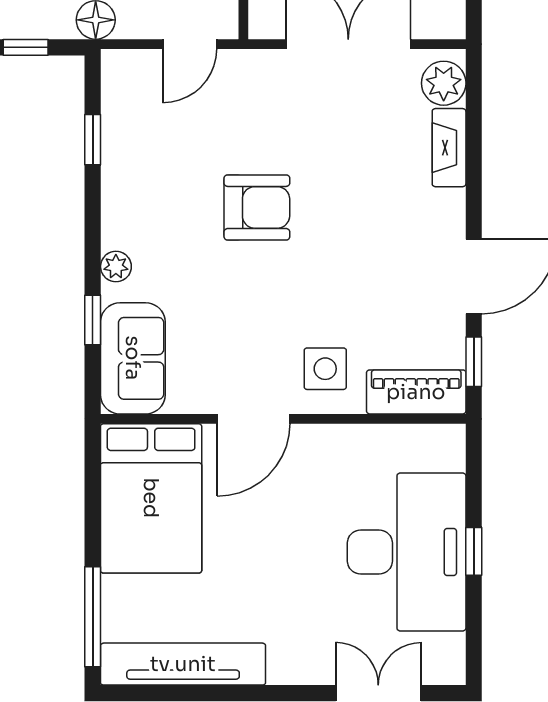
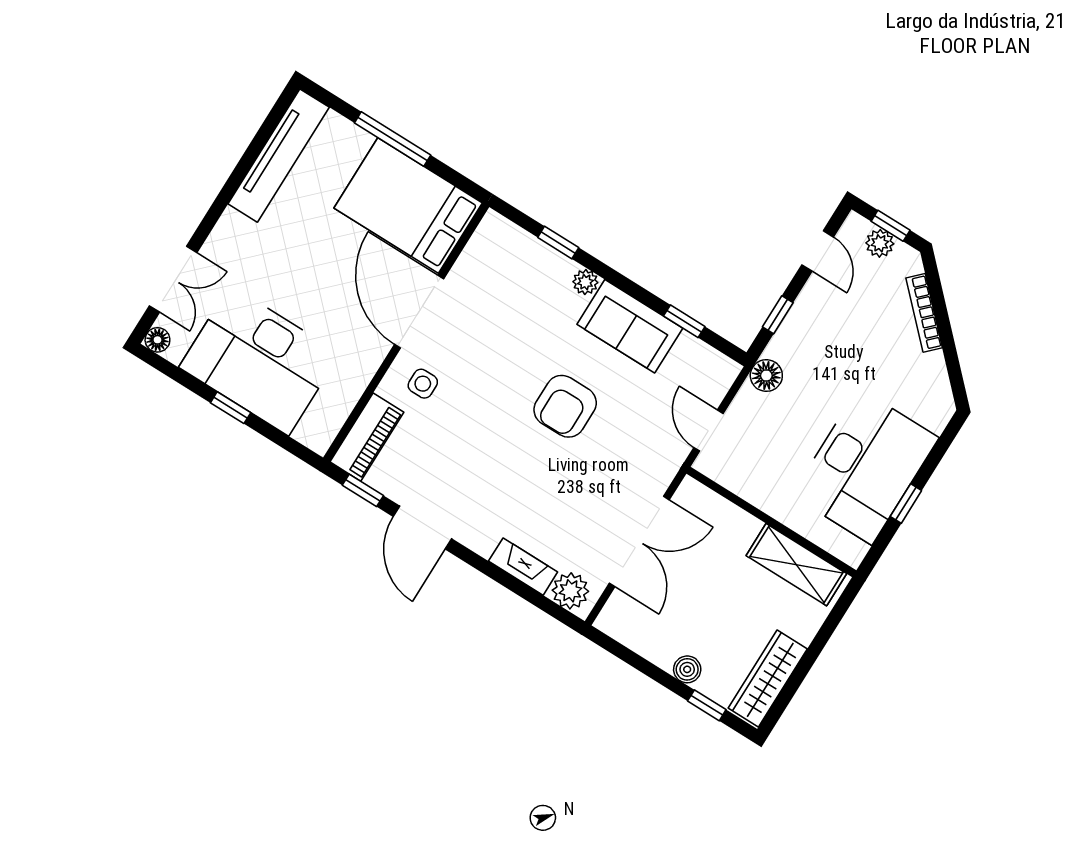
sofa: (133, 358) -> (630, 326), moved
side table: (325, 369) -> (423, 384), width x0.73, depth x0.73
door: (253, 419) -> (419, 312), width x1.36
window: (93, 617) -> (393, 139), moved
floor lamp: (451, 670) -> (157, 340), added

